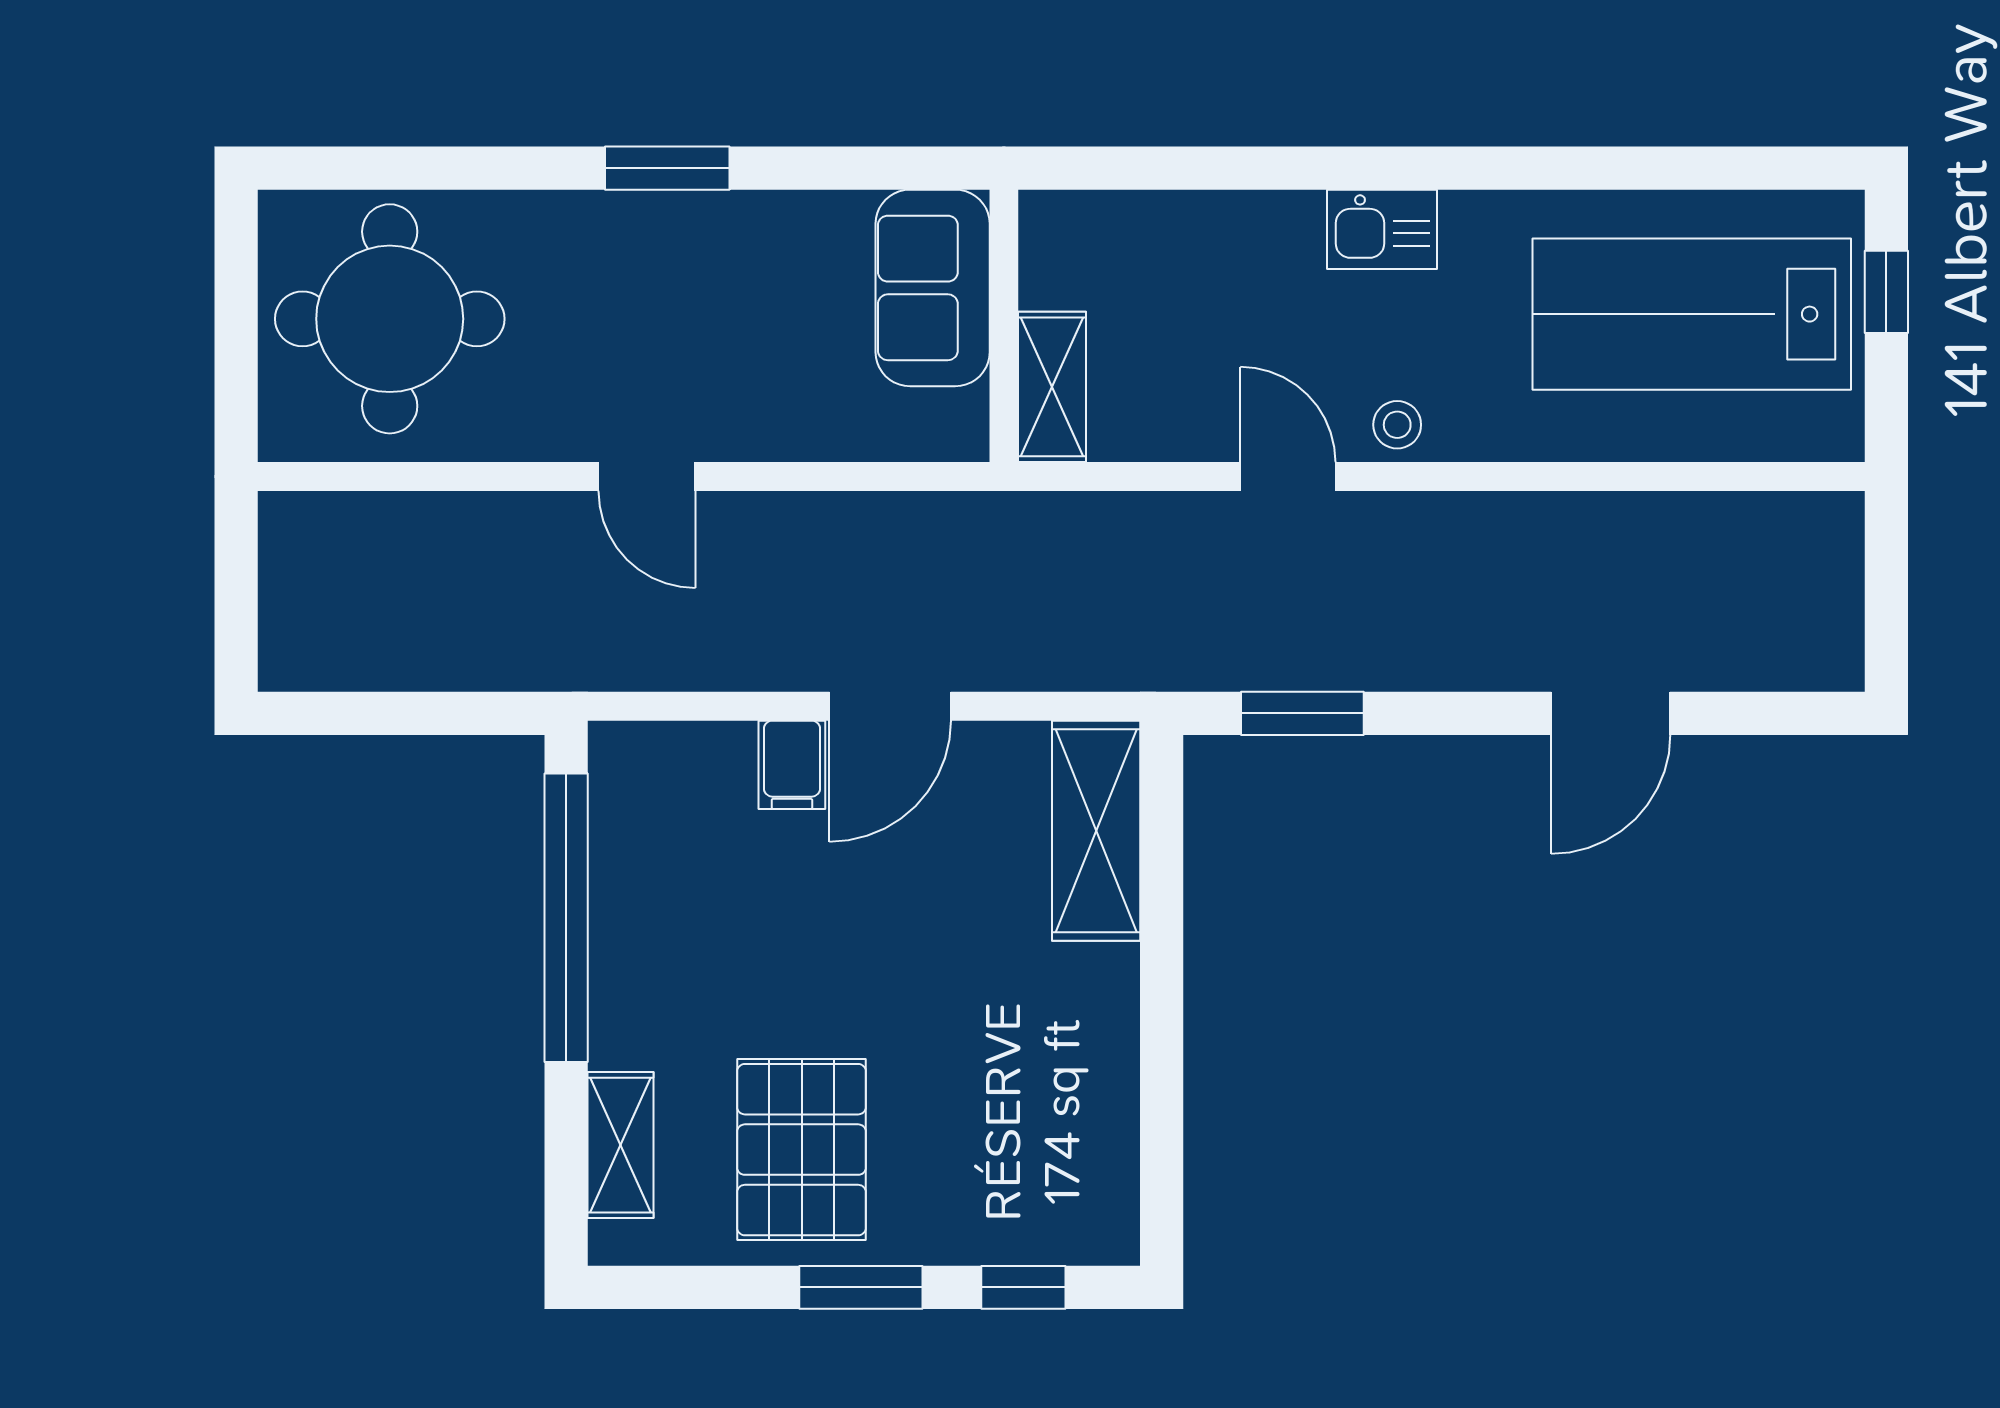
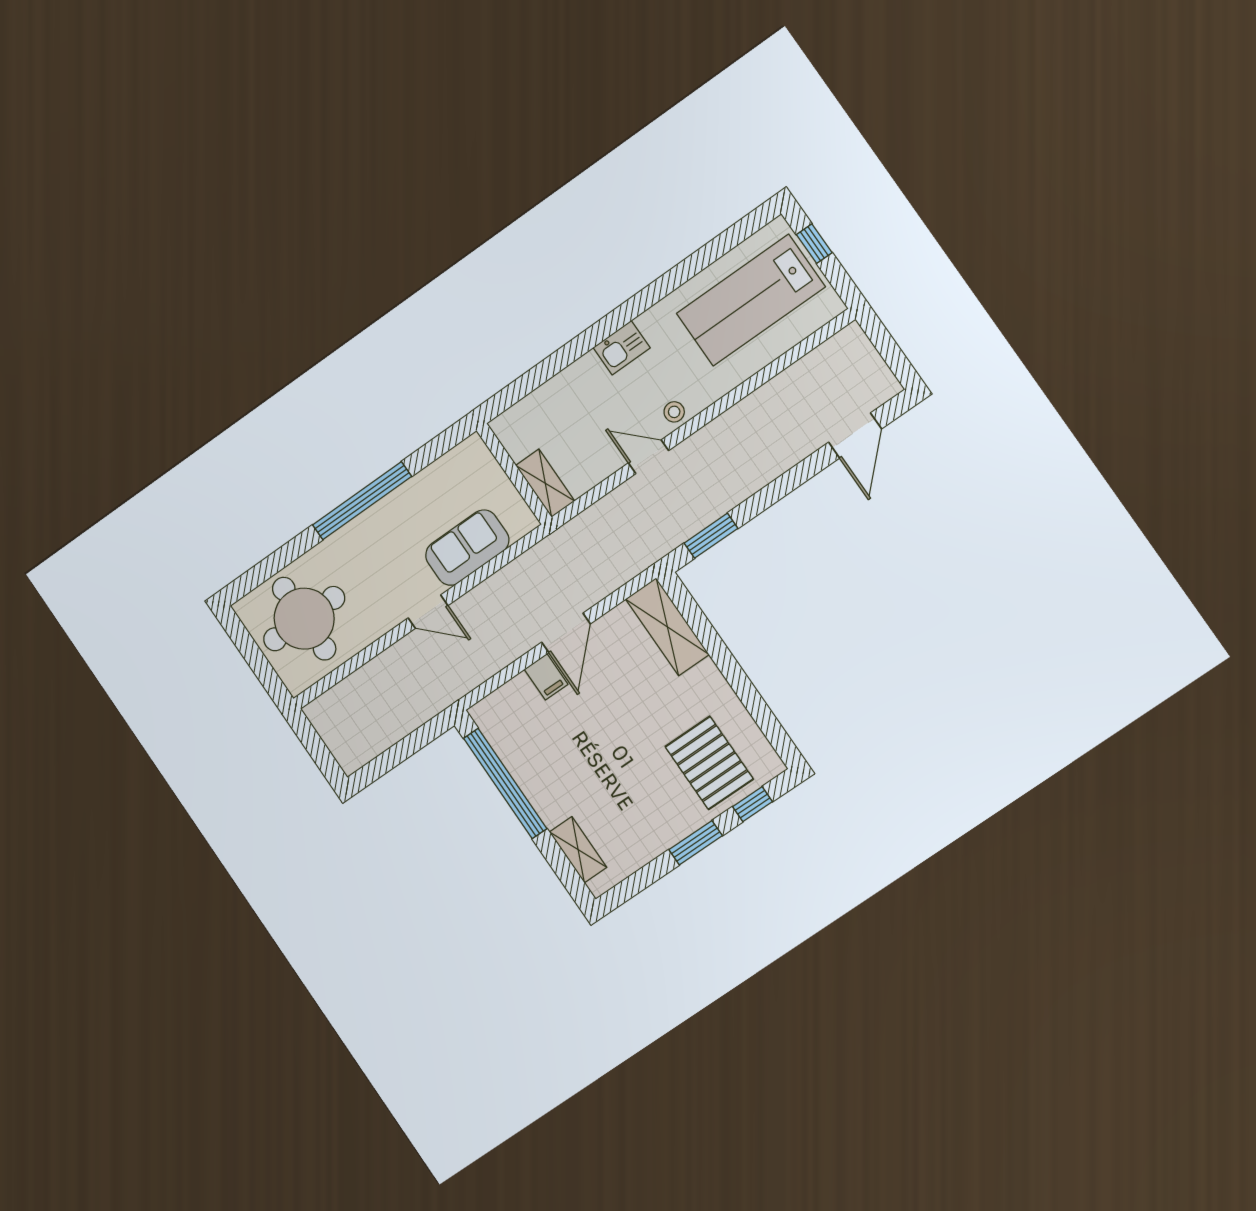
window: (667, 168) -> (362, 501), width x2.11
sofa: (933, 288) -> (467, 548), moved, turned 90
door: (1611, 713) -> (855, 436), moved
pallet: (802, 1150) -> (709, 763), moved

